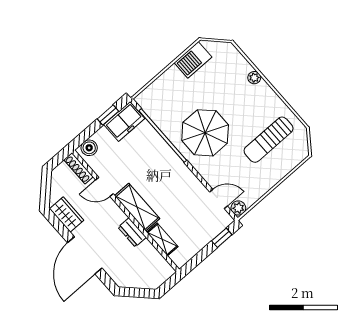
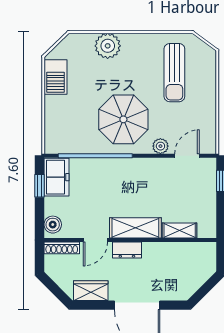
plant: (254, 78) -> (108, 46), width x1.88, depth x1.88
plant: (238, 208) -> (160, 146), moved
dresser: (132, 232) -> (127, 250), moved

